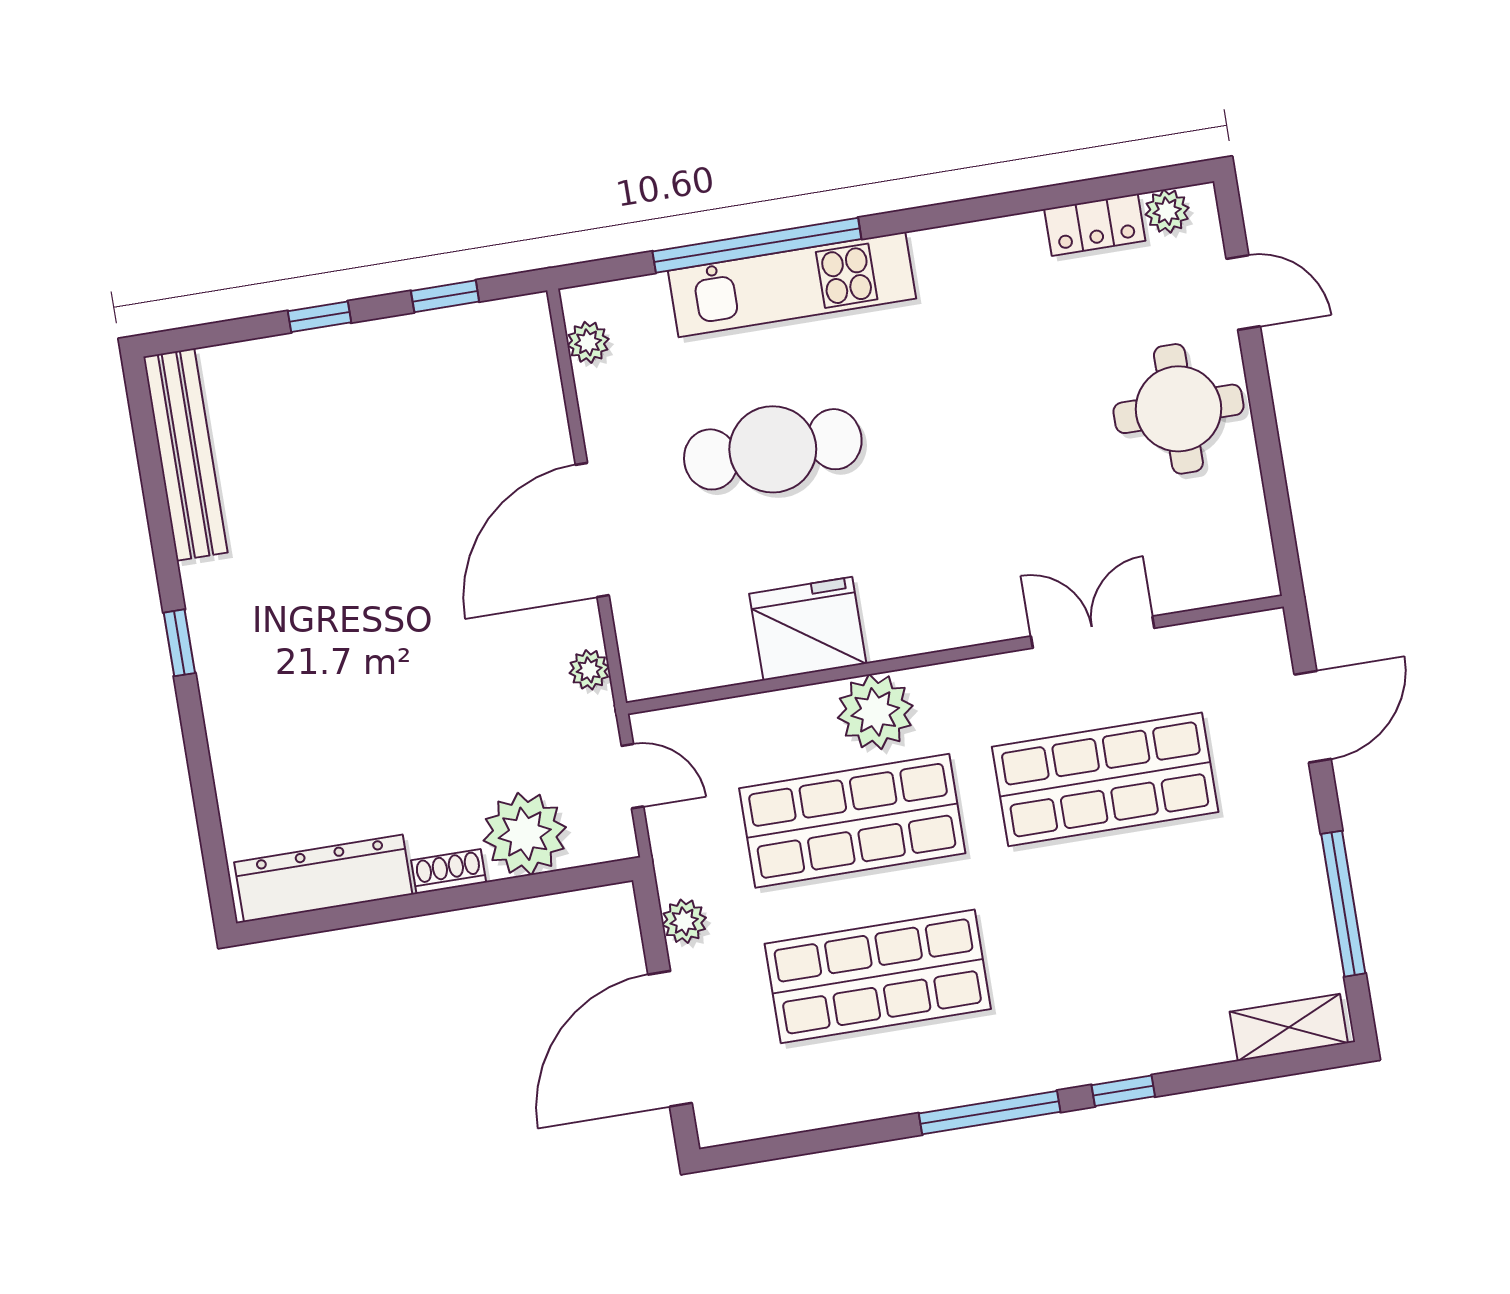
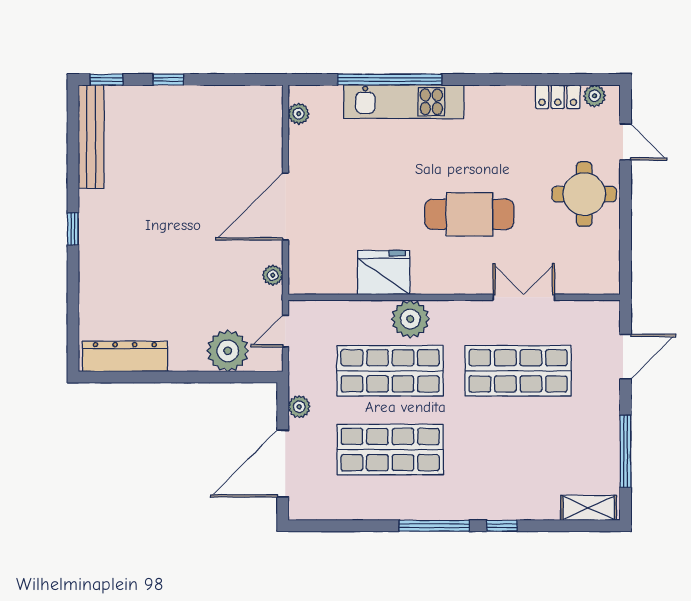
window: (445, 296) -> (107, 79), moved
cafe table: (773, 449) -> (469, 214), moved
door: (632, 776) -> (285, 331), swing flipped
shoe rack: (449, 871) -> (187, 363), removed

